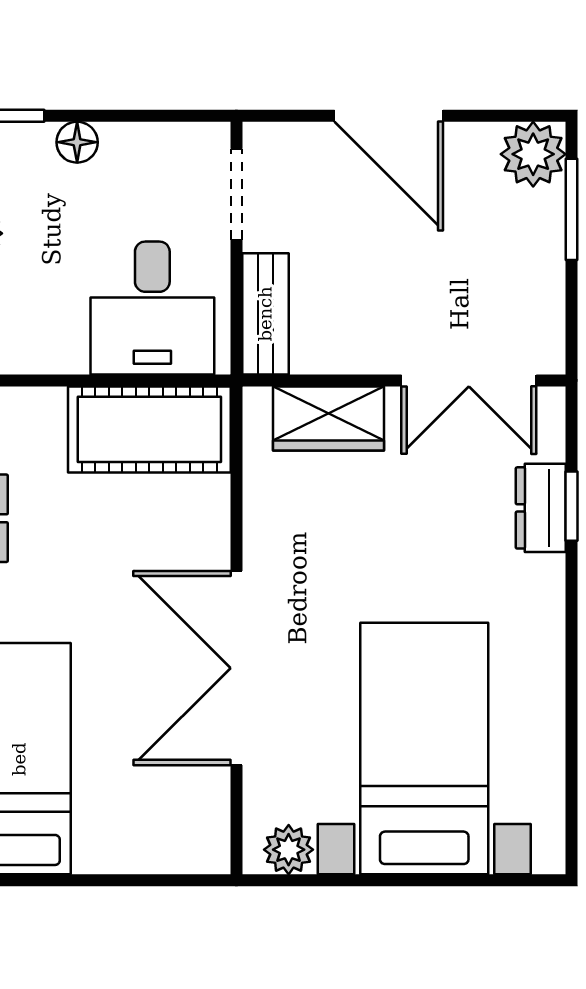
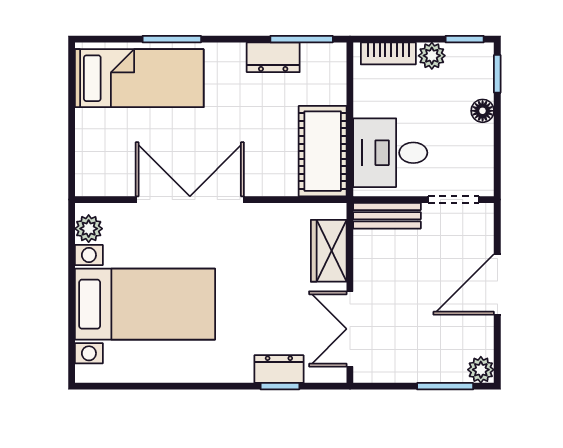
plant: (533, 154) -> (481, 370), width x0.73, depth x0.73

